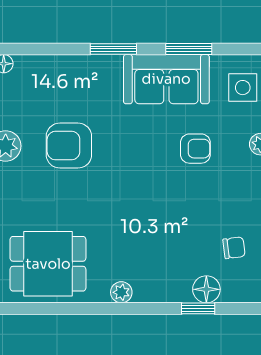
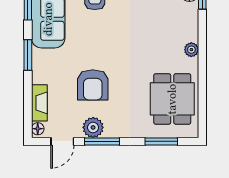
fireplace: (42, 66) -> (39, 103), added

